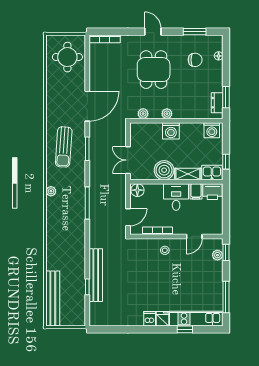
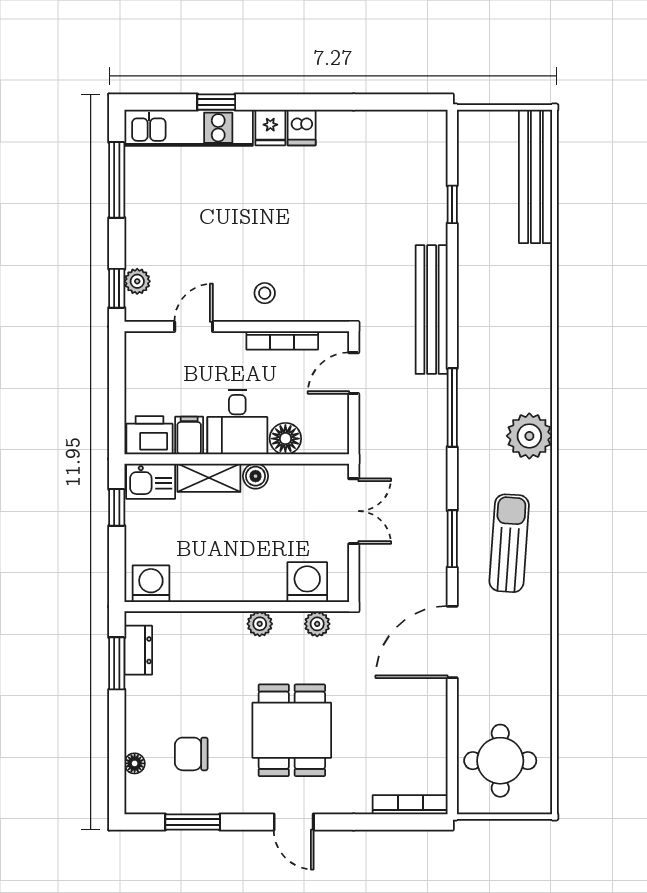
washing machine: (171, 131) -> (307, 582), moved
boiler: (164, 170) -> (256, 476), width x0.54, depth x0.54
floor lamp: (137, 190) -> (285, 439), moved
plant: (51, 191) -> (529, 436), width x1.88, depth x1.88
bench: (96, 275) -> (432, 310), moved

